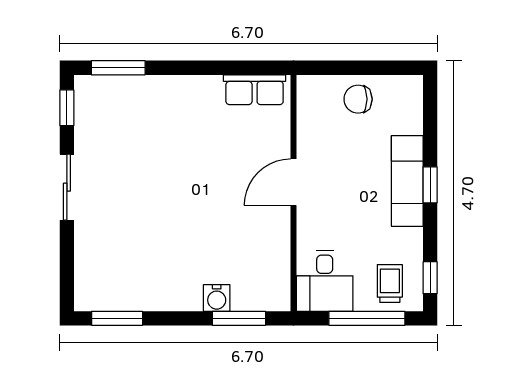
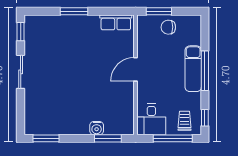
window: (118, 68) -> (74, 11), moved
window: (339, 68) -> (159, 11), added
window: (430, 185) -> (205, 71), width x2.17

